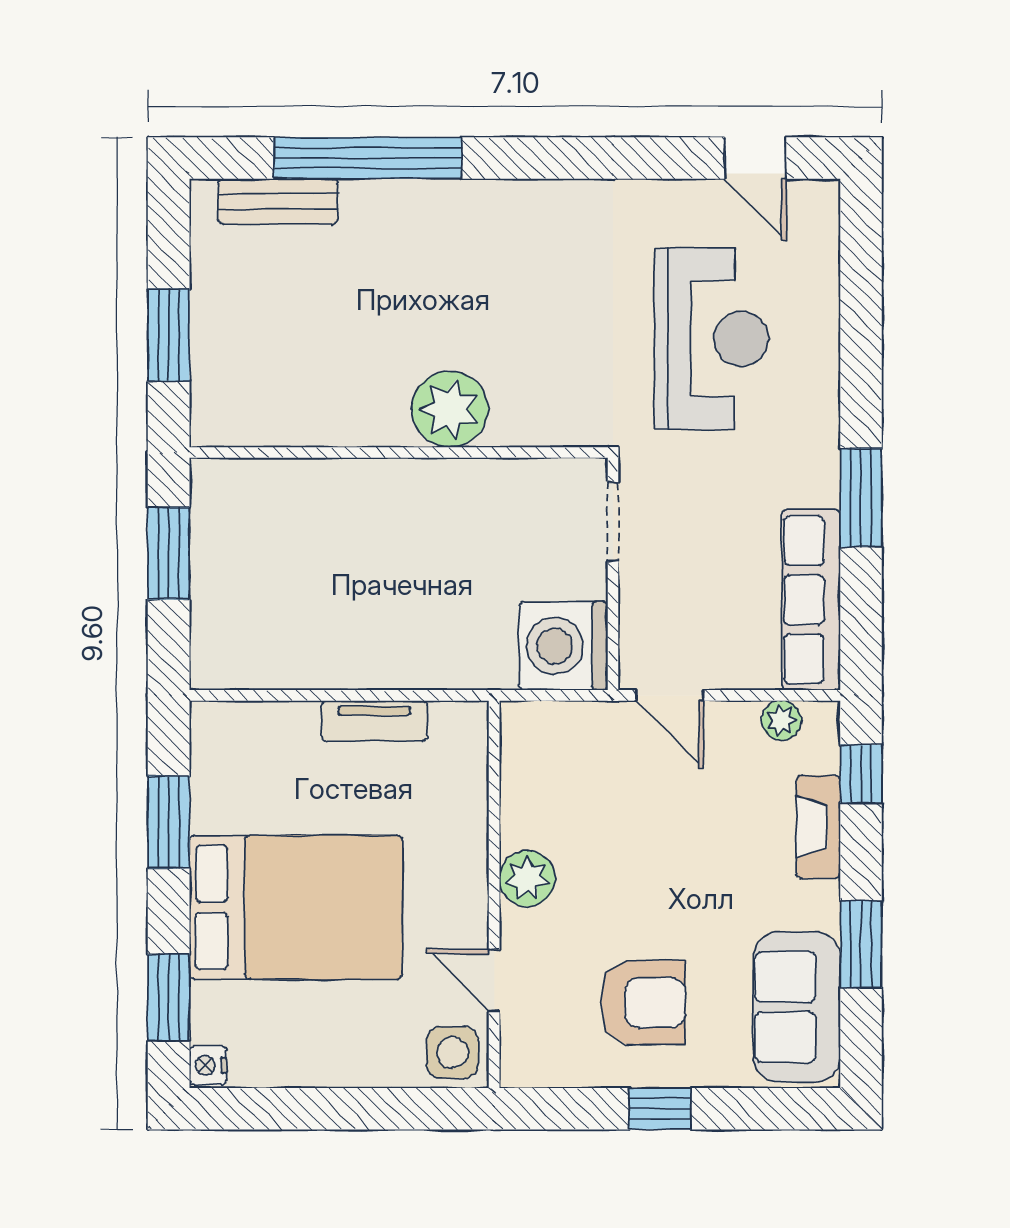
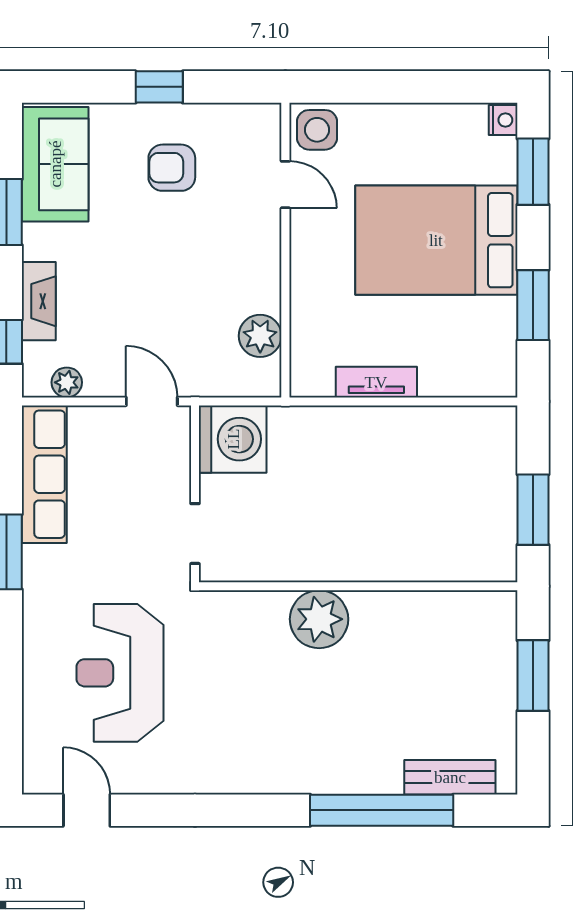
plant: (527, 879) -> (260, 336), moved
armchair: (643, 1003) -> (172, 168), width x0.72, depth x0.72

